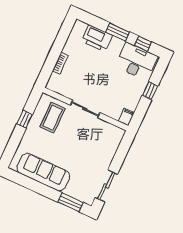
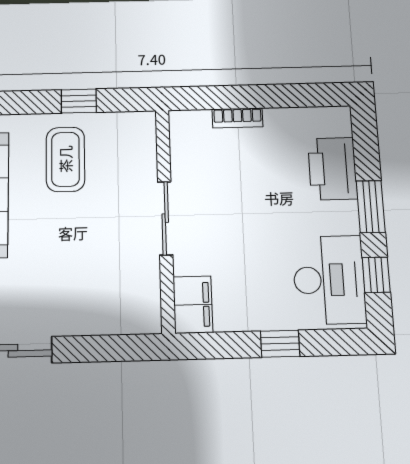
filing cabinet: (126, 117) -> (193, 305), width x2.00
coffee table: (53, 118) -> (65, 159), moved, turned 90

